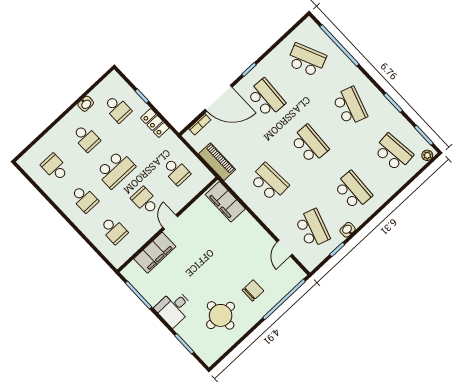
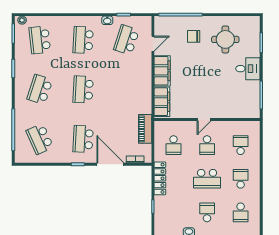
school desk: (117, 109) -> (173, 212), removed
locker: (155, 123) -> (160, 178), width x1.53
school desk: (116, 169) -> (207, 179), turned 180
school desk: (176, 171) -> (173, 145), turned 180
school desk: (269, 182) -> (126, 89), removed
filing cabinet: (155, 253) -> (162, 71), moved, turned 90

